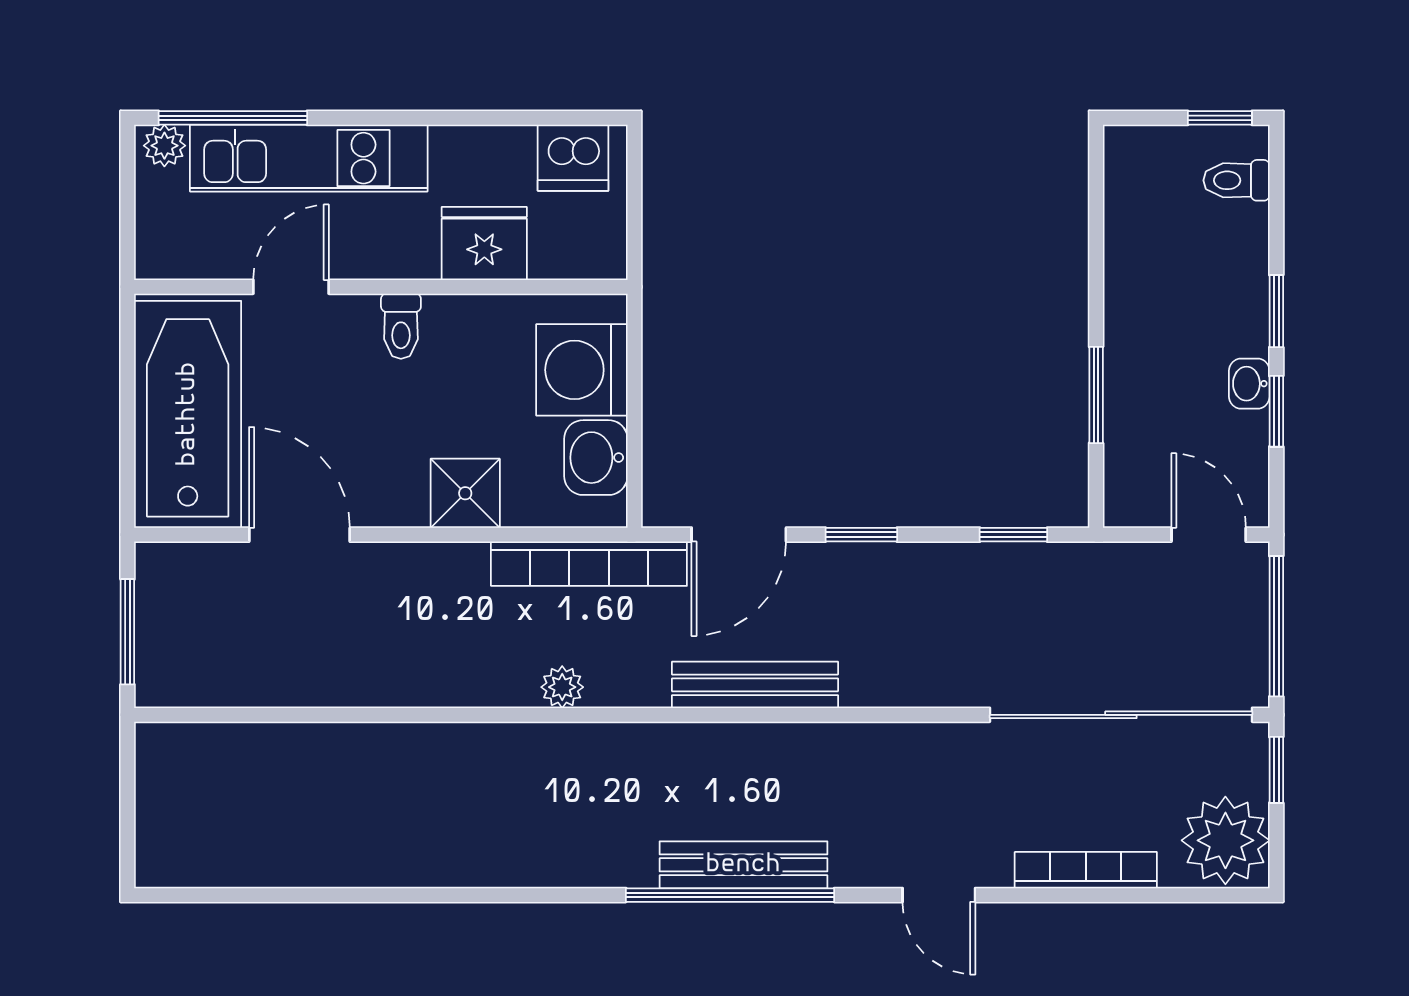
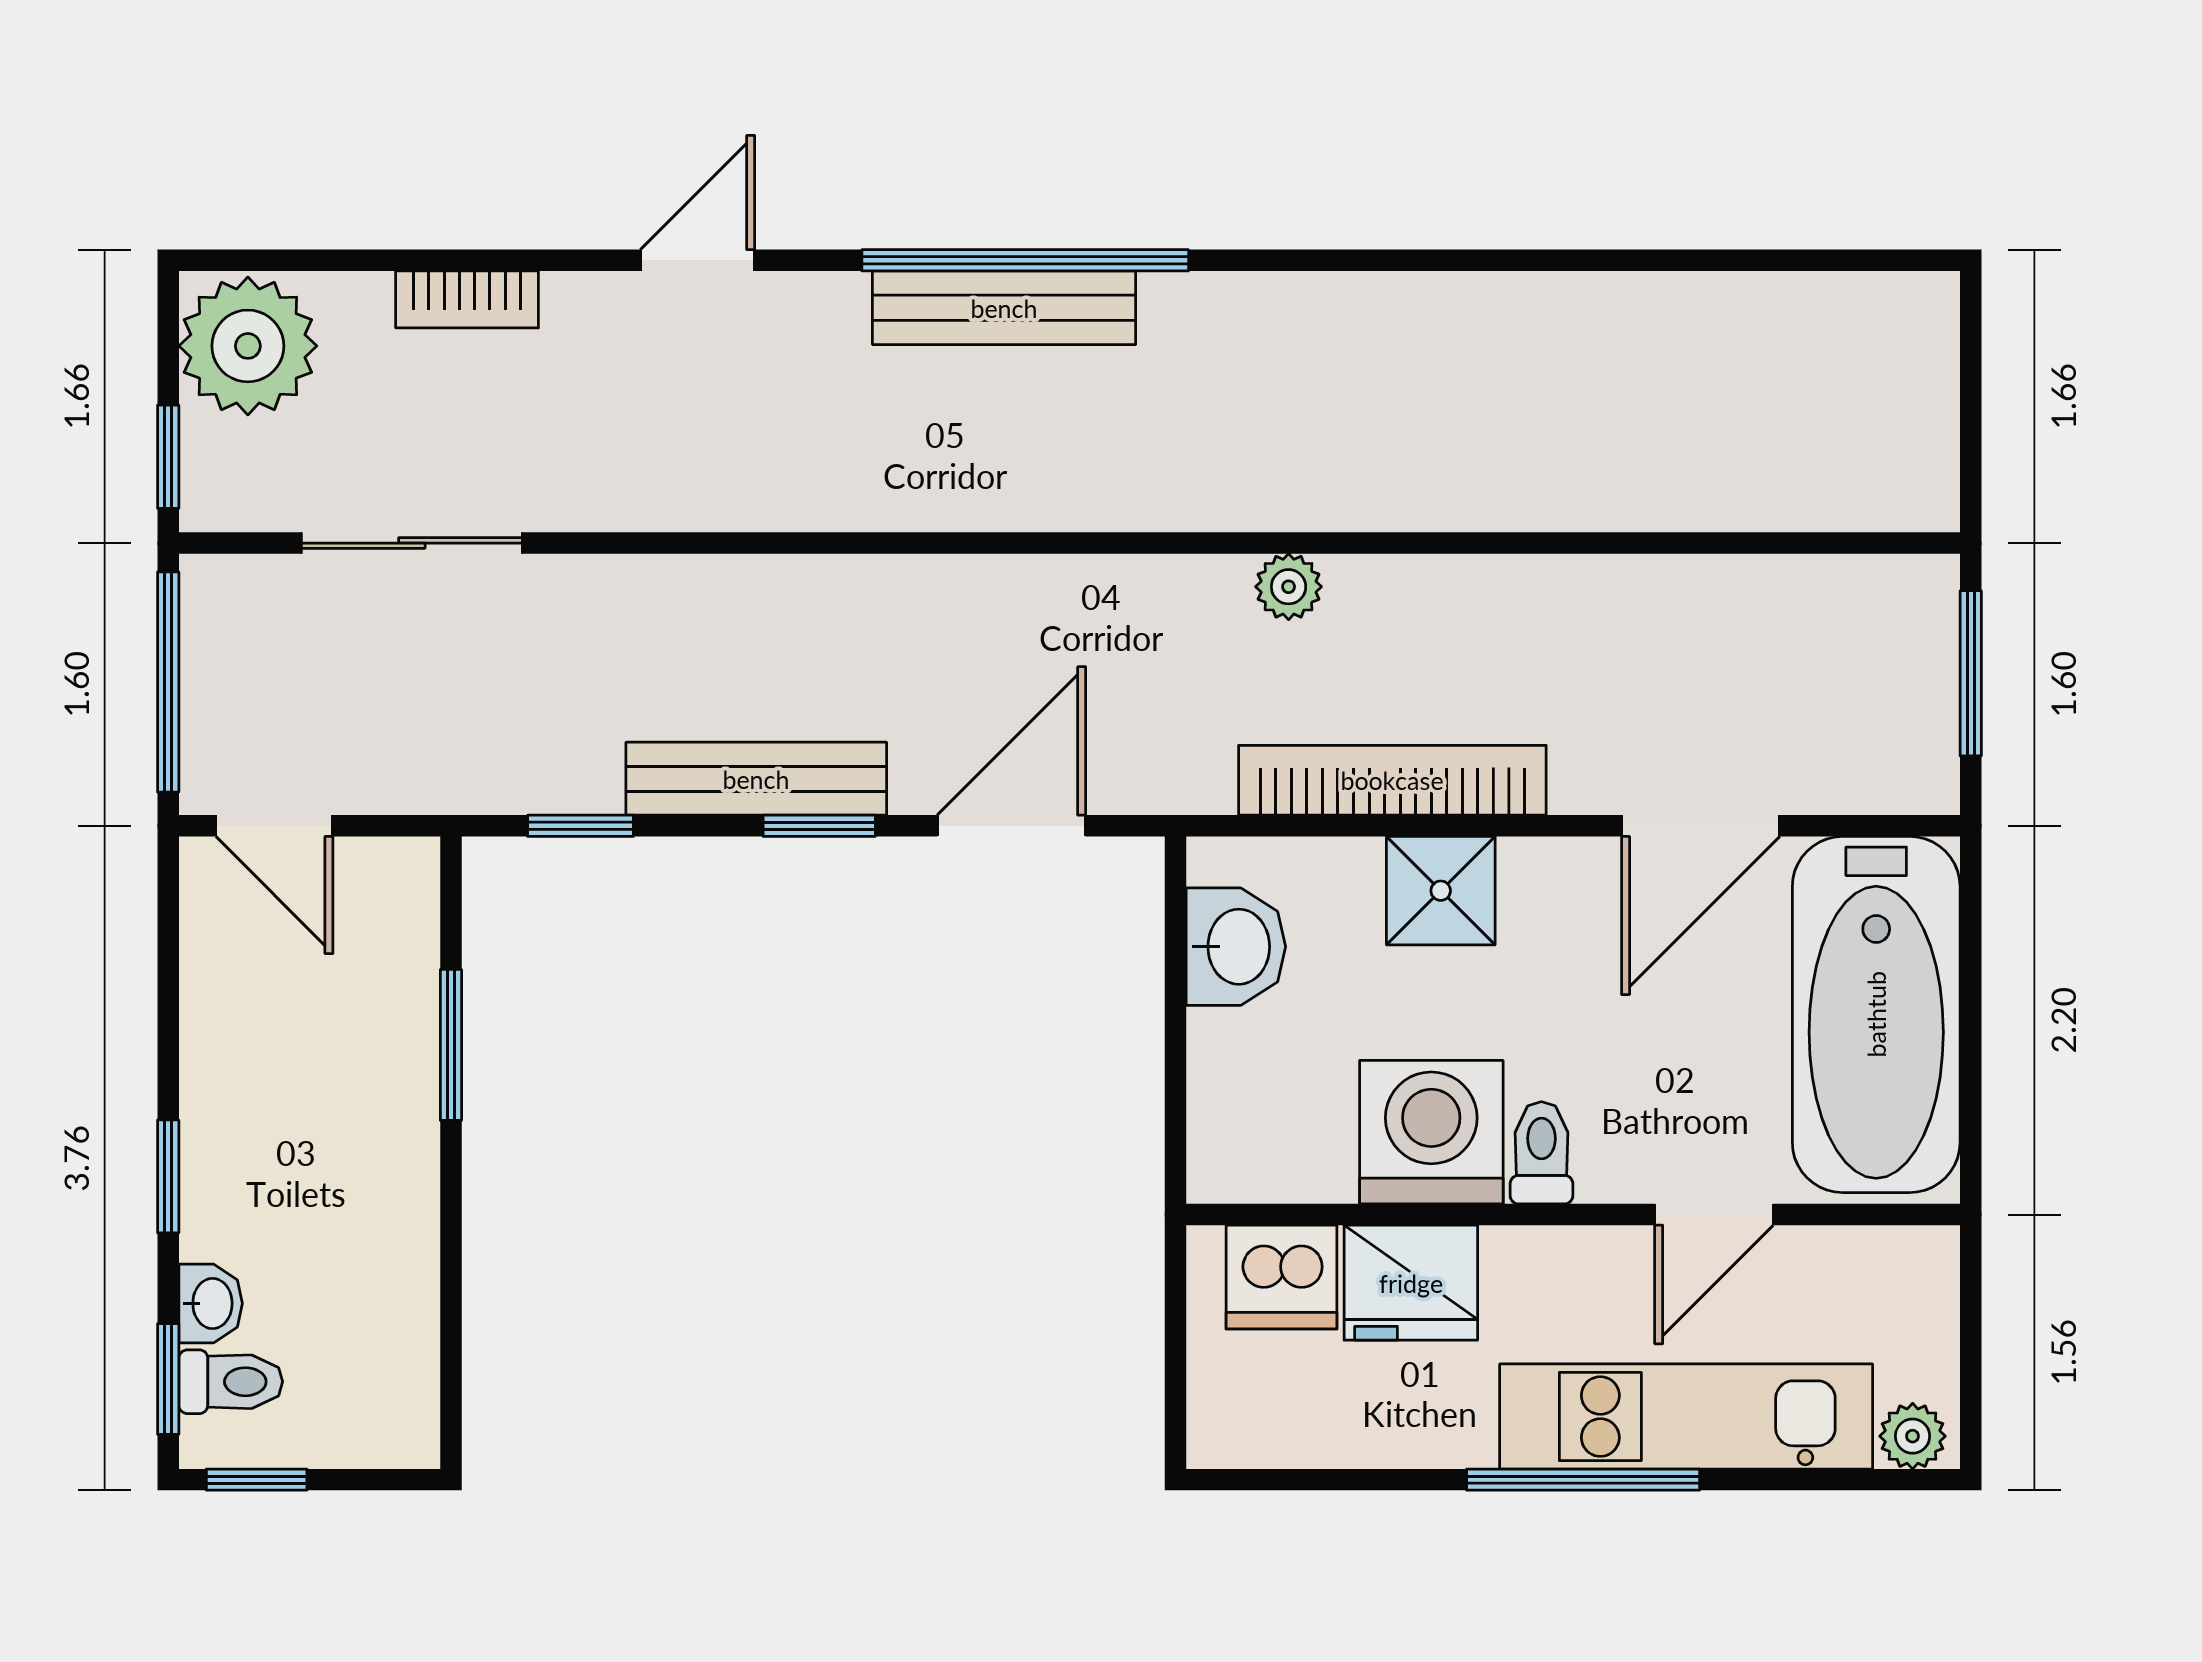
window: (233, 118) -> (1583, 1480), moved
dishwasher: (573, 158) -> (1282, 1277), moved, turned 180
washing machine: (582, 370) -> (1431, 1132), moved, turned -90
washbasin: (1249, 384) -> (211, 1303), moved
window: (1276, 411) -> (168, 1379), moved
door: (300, 535) -> (1701, 826), hinge flipped
bookcase: (589, 564) -> (1392, 780), moved
bench: (755, 685) -> (756, 779), moved
sliding door: (1121, 715) -> (412, 543), width x0.54
bookcase: (1086, 870) -> (467, 299), width x0.64
door: (939, 895) -> (698, 260), hinge flipped

